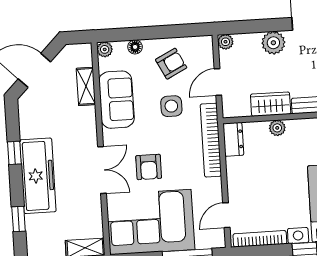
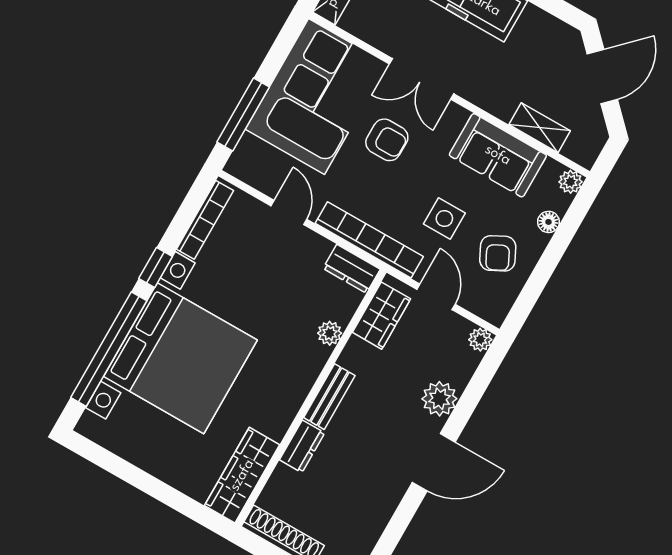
wardrobe: (271, 104) -> (382, 316), moved
armchair: (149, 167) -> (387, 140), turned 180
door: (226, 215) -> (289, 213), moved

